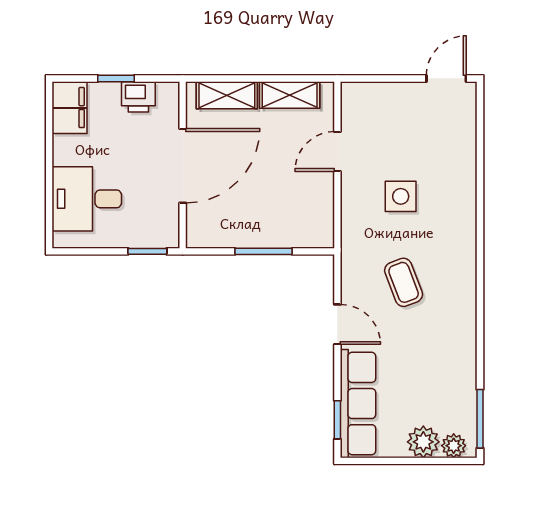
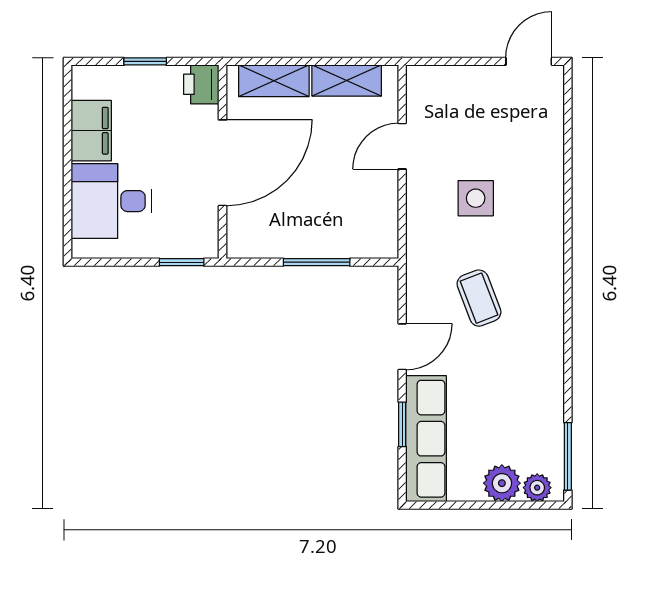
printer: (138, 97) -> (201, 84), moved, turned 90
filing cabinet: (70, 108) -> (91, 131), moved
door: (337, 324) -> (402, 347), hinge flipped
window: (337, 420) -> (402, 424), moved

